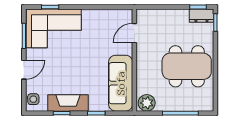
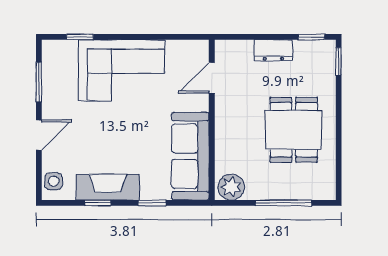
dresser: (201, 16) -> (273, 50), moved
corner sofa: (54, 28) -> (122, 70), moved
dining table: (187, 66) -> (294, 130), width x0.73

